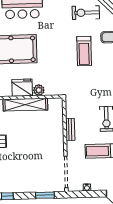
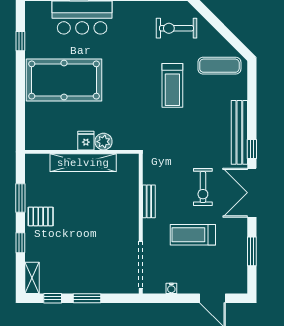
fridge: (22, 88) -> (86, 141), width x0.53, depth x0.75
window: (45, 195) -> (87, 298), moved

